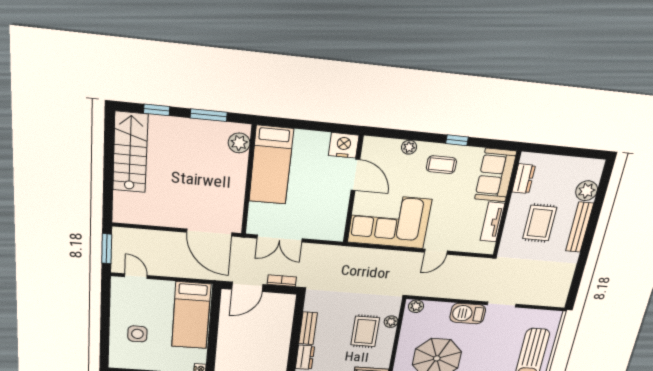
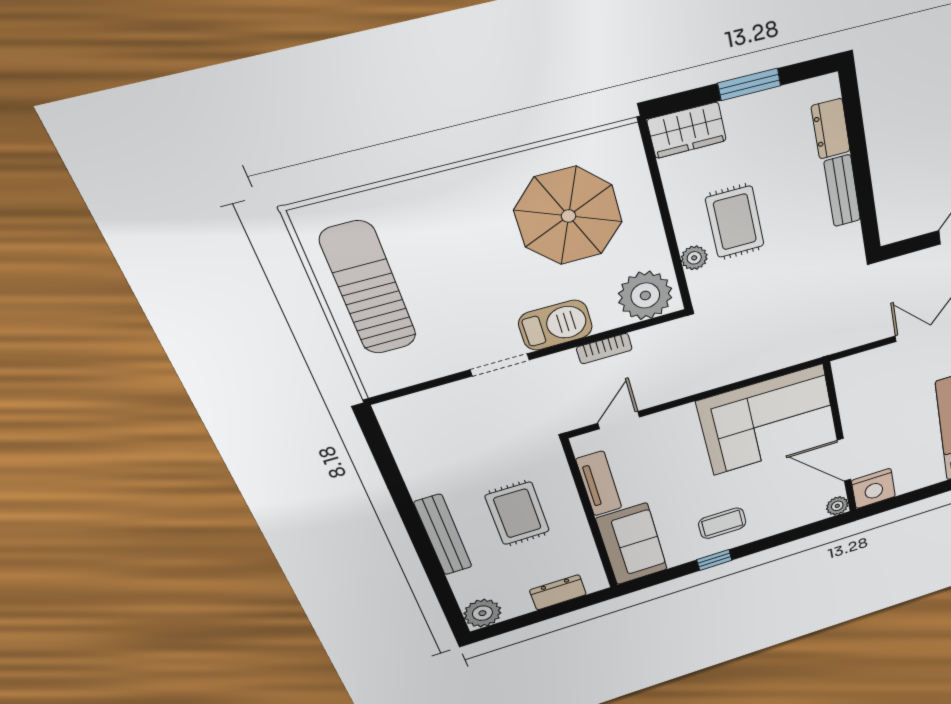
plant: (409, 147) -> (837, 506), moved
dresser: (524, 179) -> (558, 592), moved, turned 90
plant: (587, 191) -> (482, 613), moved
door: (436, 252) -> (619, 420), moved
bookcase: (282, 281) -> (604, 349), moved
plant: (416, 306) -> (645, 295), width x1.87, depth x1.87

